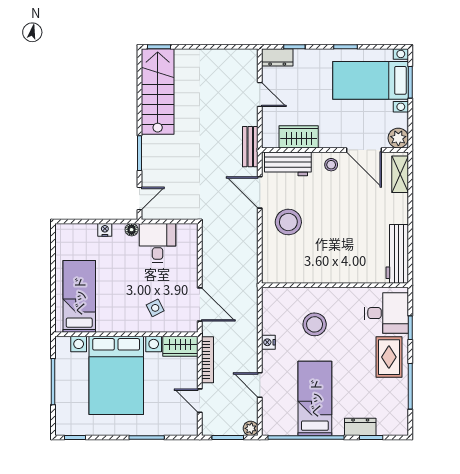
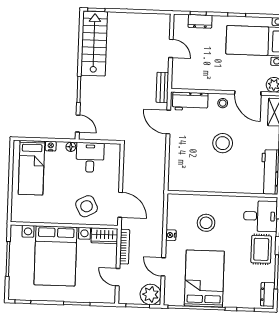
dresser: (277, 57) -> (200, 21), moved
wardrobe: (299, 137) -> (199, 81), removed
door: (140, 198) -> (78, 123), hinge flipped
stool: (288, 222) -> (223, 143), moved
bed: (79, 296) -> (31, 168), moved, turned 180
side table: (155, 308) -> (87, 206), width x1.87, depth x1.87
bed: (315, 398) -> (204, 279), width x1.50
dresser: (360, 427) -> (268, 294), moved, turned -90
plant: (251, 428) -> (151, 294), width x1.88, depth x1.88

